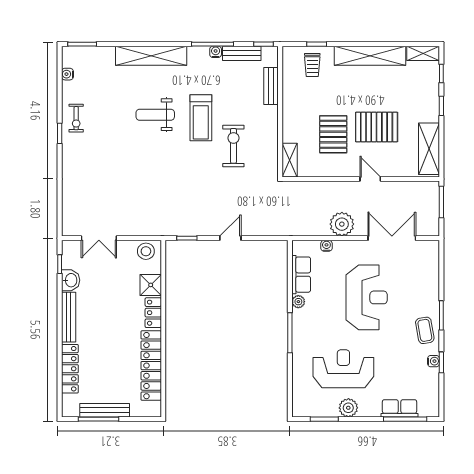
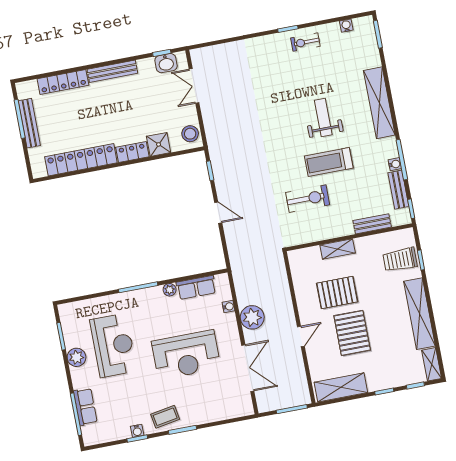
trolley: (312, 65) -> (400, 260), width x1.36, depth x1.39
shelving: (290, 160) -> (338, 249), moved
washbasin: (71, 280) -> (166, 63), moved

